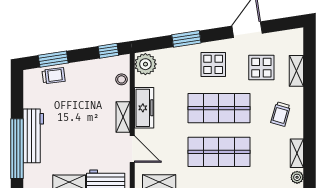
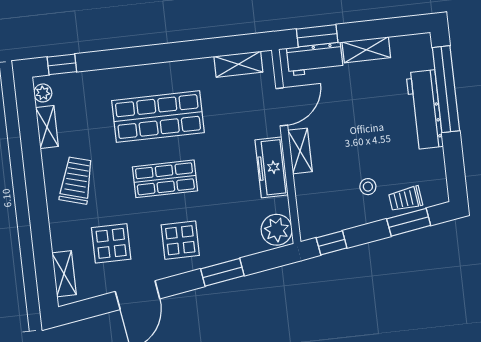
shelving: (296, 71) -> (64, 274), moved
stool: (122, 79) -> (368, 187), moved
shop shelf: (219, 108) -> (165, 179), width x0.70, depth x0.74
trolley: (281, 114) -> (76, 180), width x1.36, depth x1.39
door: (132, 149) -> (282, 107), swing flipped

